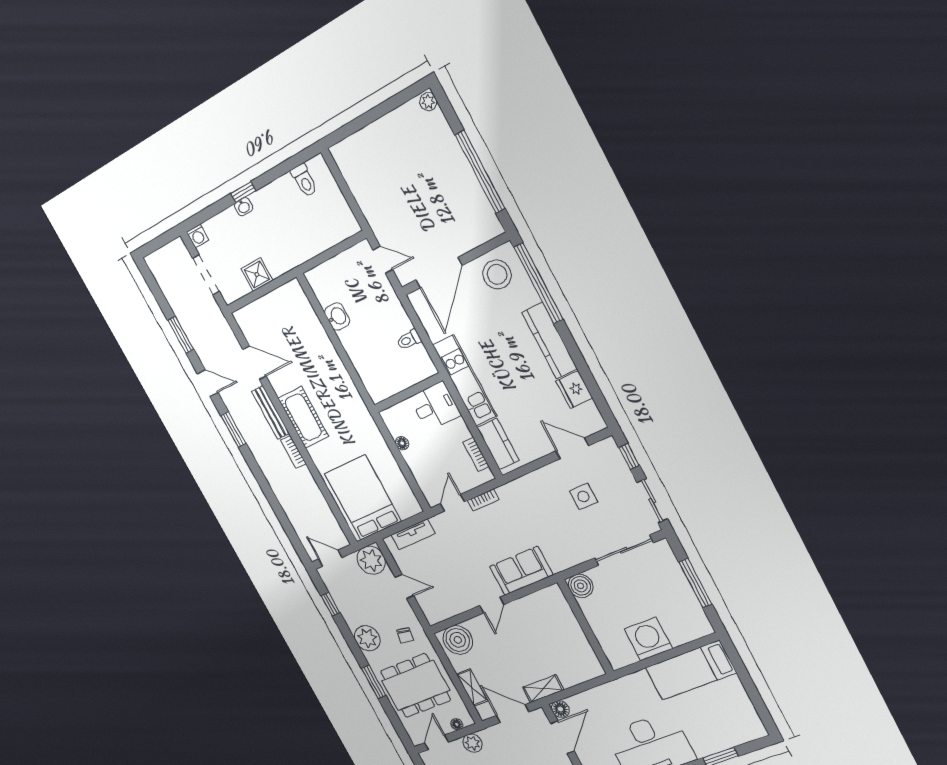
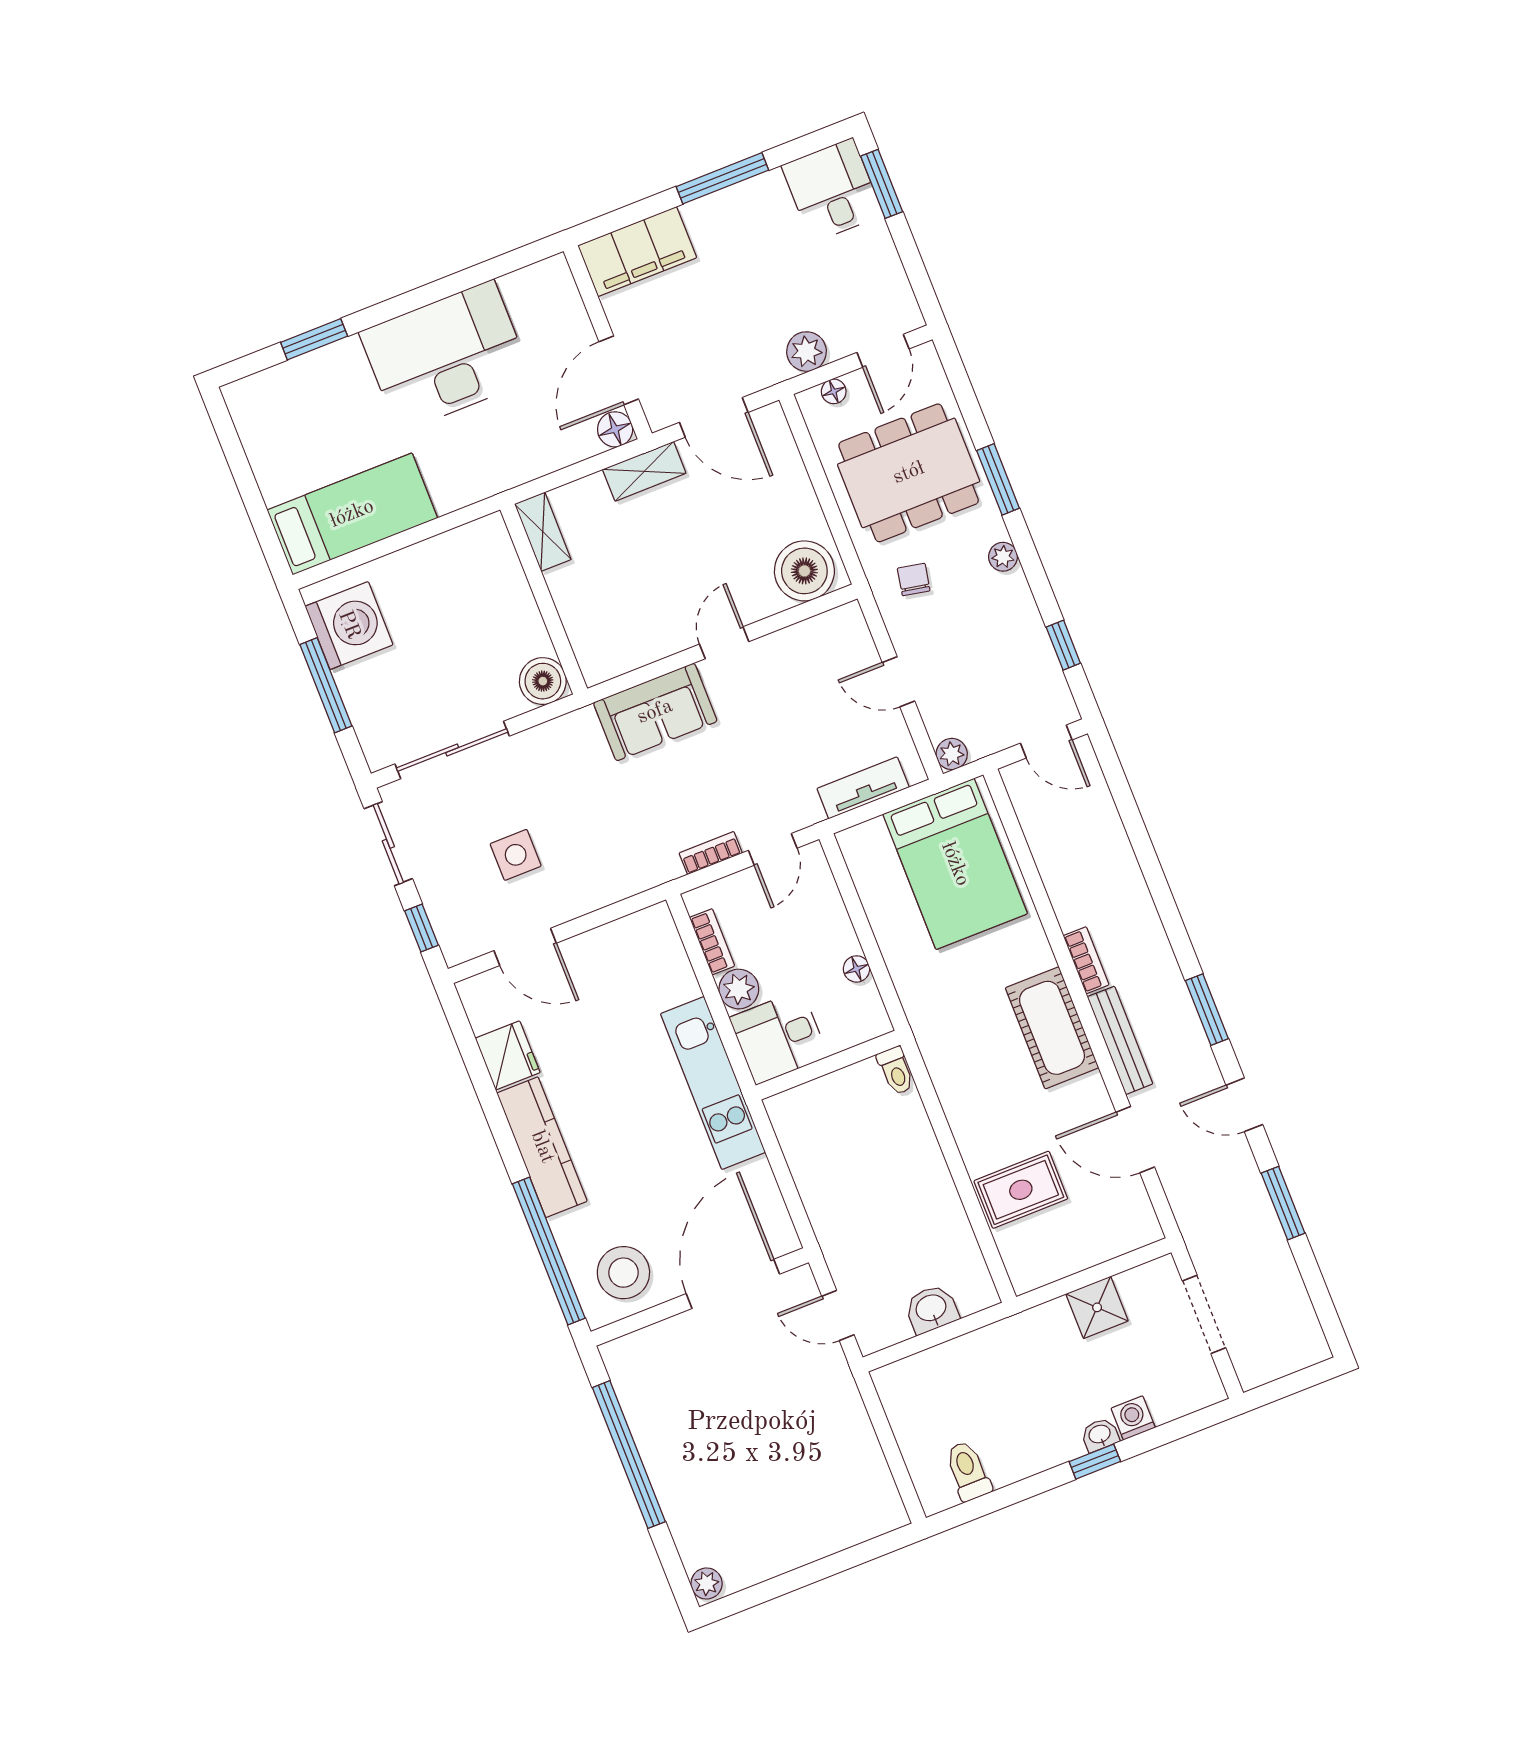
washing machine: (198, 236) -> (1133, 1418), moved
washbasin: (337, 317) -> (931, 1309), moved, turned 90
rug: (304, 333) -> (1021, 1190), added
toilet: (409, 340) -> (896, 1071), moved, turned 90
plant: (459, 430) -> (739, 989), added
kitchen counter: (498, 444) -> (666, 960), removed
plant: (371, 560) -> (952, 754), width x0.53, depth x0.53
plant: (367, 638) -> (1003, 557), width x0.53, depth x0.53
washing machine: (648, 639) -> (349, 625), moved, turned -90
shelving: (472, 688) -> (543, 532), moved

